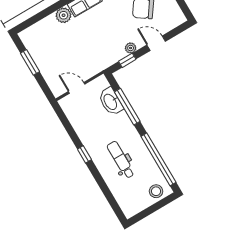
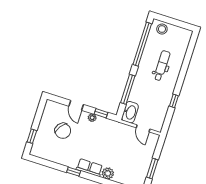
washbasin: (111, 102) -> (130, 112), moved
window: (84, 154) -> (174, 101), moved
dental chair: (121, 160) -> (162, 66), turned 180

